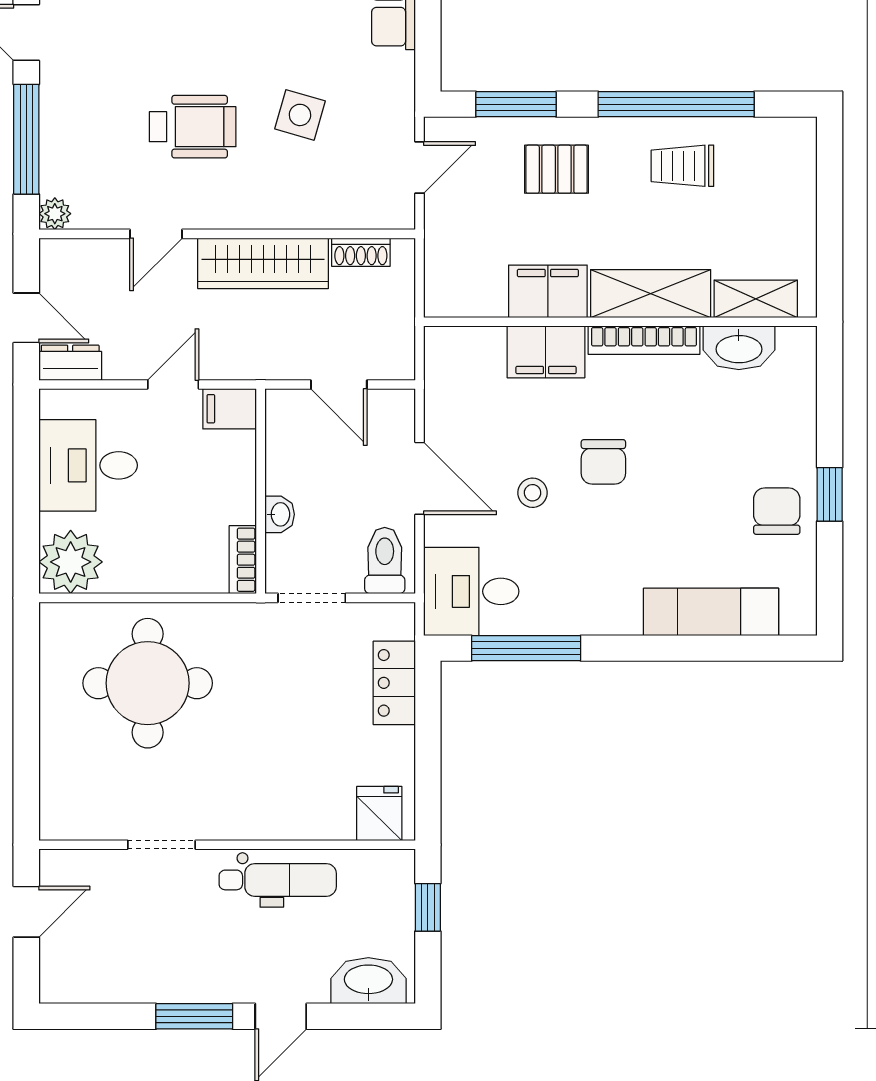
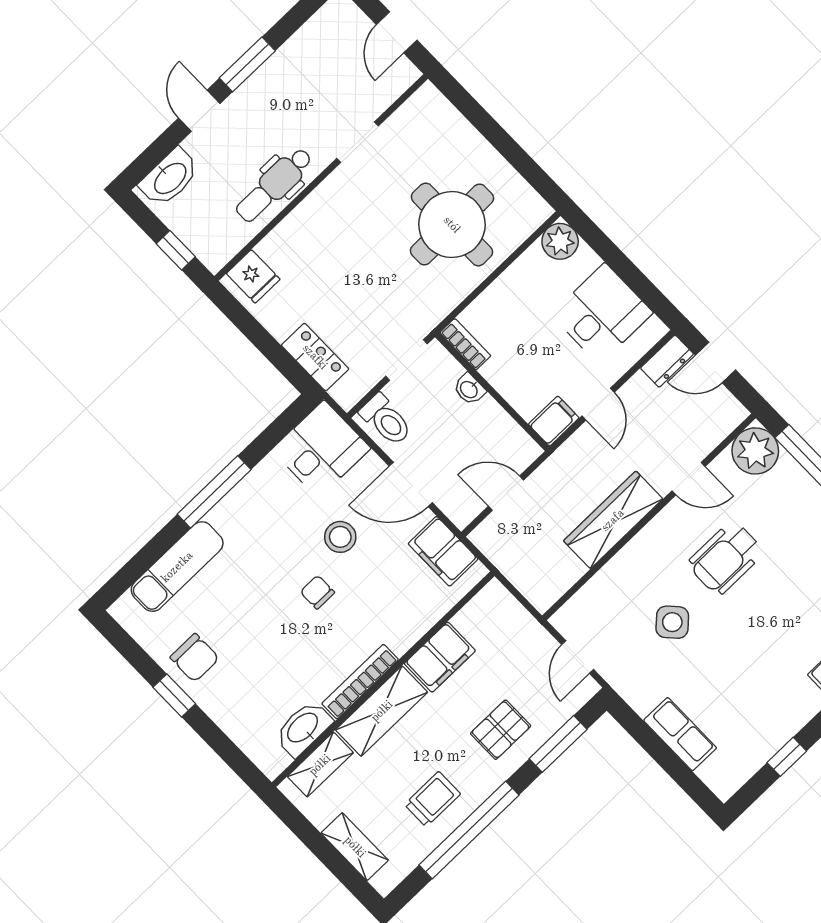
side table: (300, 115) -> (672, 622), turned 31
shelving: (798, 191) -> (355, 847), added
plant: (55, 214) -> (755, 451), width x1.88, depth x1.88
door: (156, 234) -> (688, 479), swing flipped
shoe rack: (361, 252) -> (565, 579), removed
filing cabinet: (546, 352) -> (443, 551), moved, turned -90
chair: (603, 462) -> (317, 592), width x0.73, depth x0.73
stool: (533, 493) -> (340, 537), width x1.37, depth x1.37
plant: (71, 562) -> (560, 241), width x0.73, depth x0.73
window: (526, 648) -> (214, 492), moved

